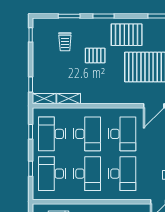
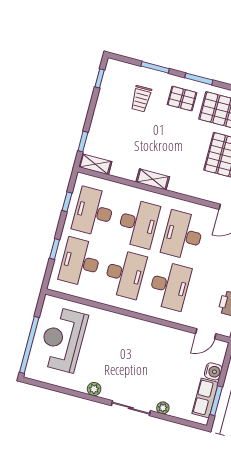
pallet: (95, 55) -> (182, 99), moved
shelving: (69, 99) -> (153, 179), moved
desk: (122, 134) -> (183, 235), turned 180

